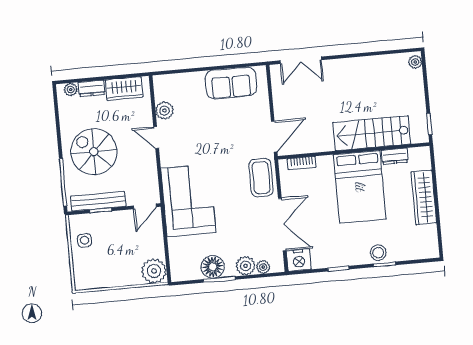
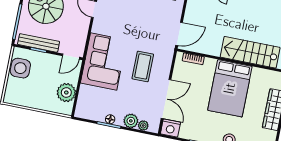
dresser: (395, 156) -> (262, 74), removed
coffee table: (261, 178) -> (143, 66), moved
side table: (85, 240) -> (20, 68), width x1.87, depth x1.87
floor lamp: (213, 267) -> (110, 119), width x0.53, depth x0.53
plant: (154, 271) -> (66, 93), moved

